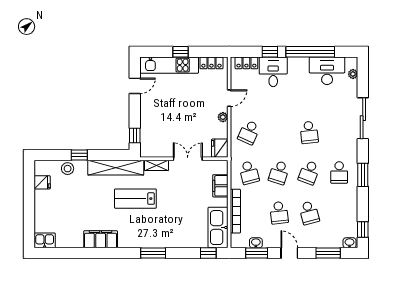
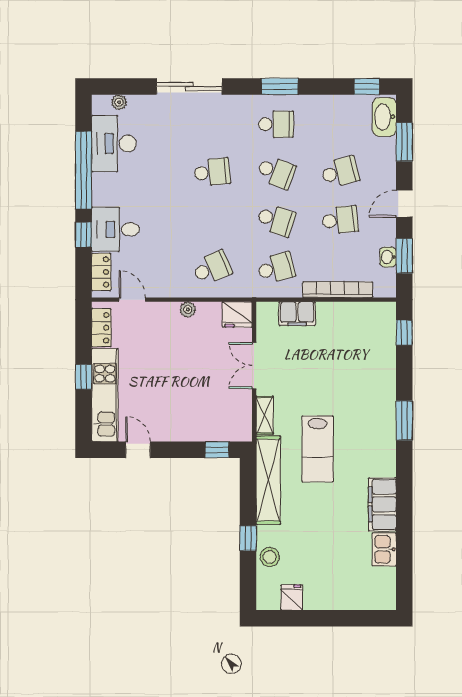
door: (229, 98) -> (132, 300), moved
school desk: (249, 132) -> (212, 268), turned -48
kitchen sink: (218, 228) -> (364, 317), removed
kitchen sink: (45, 240) -> (384, 549), moved
washbasin: (350, 243) -> (384, 117), width x1.91, depth x1.45

